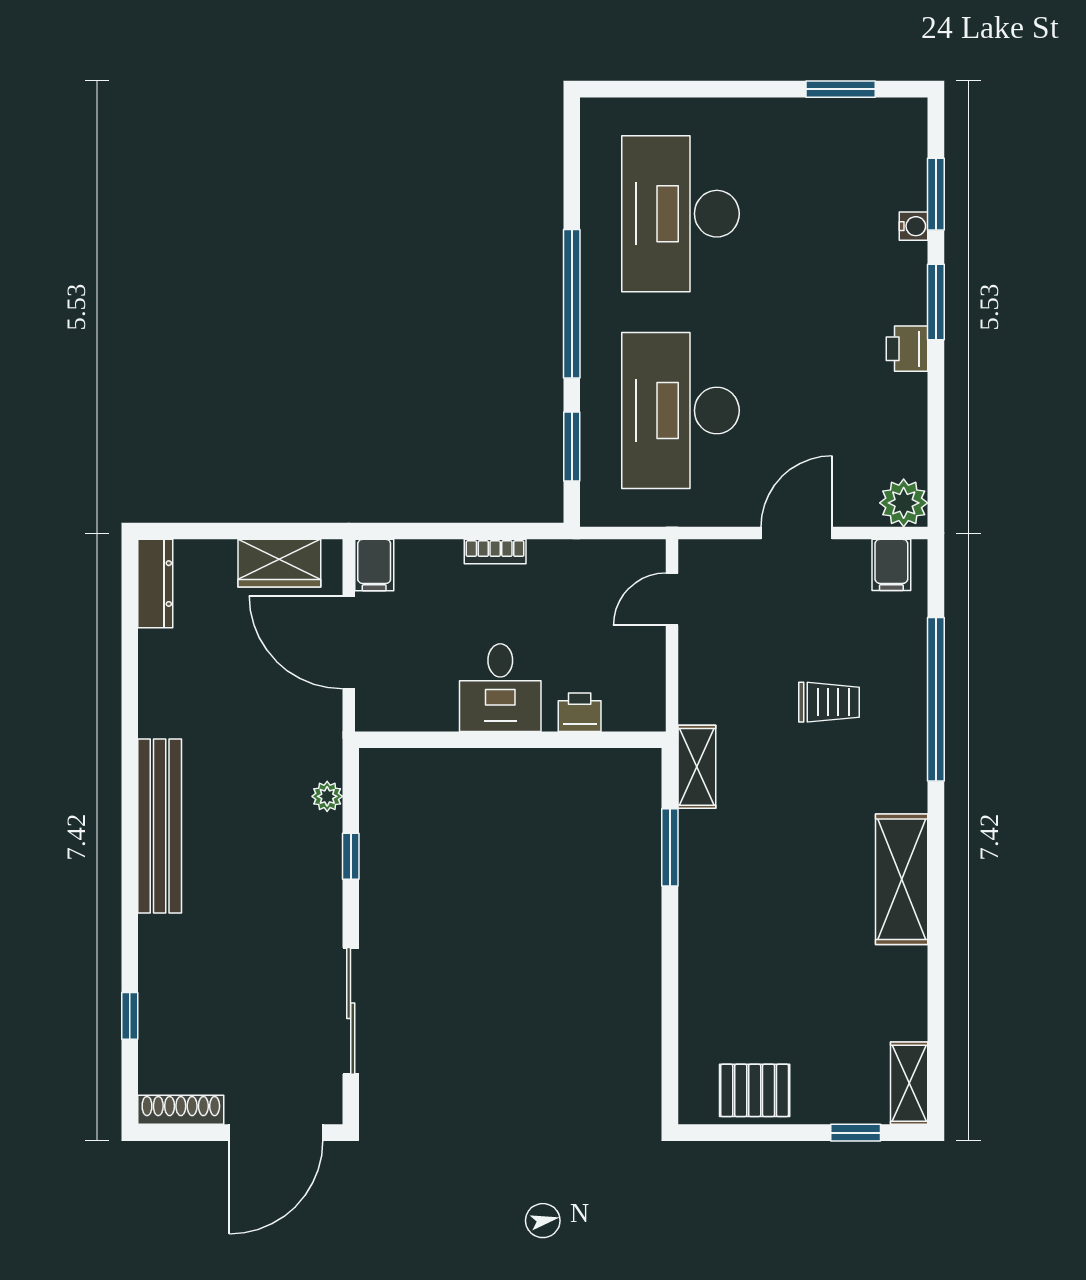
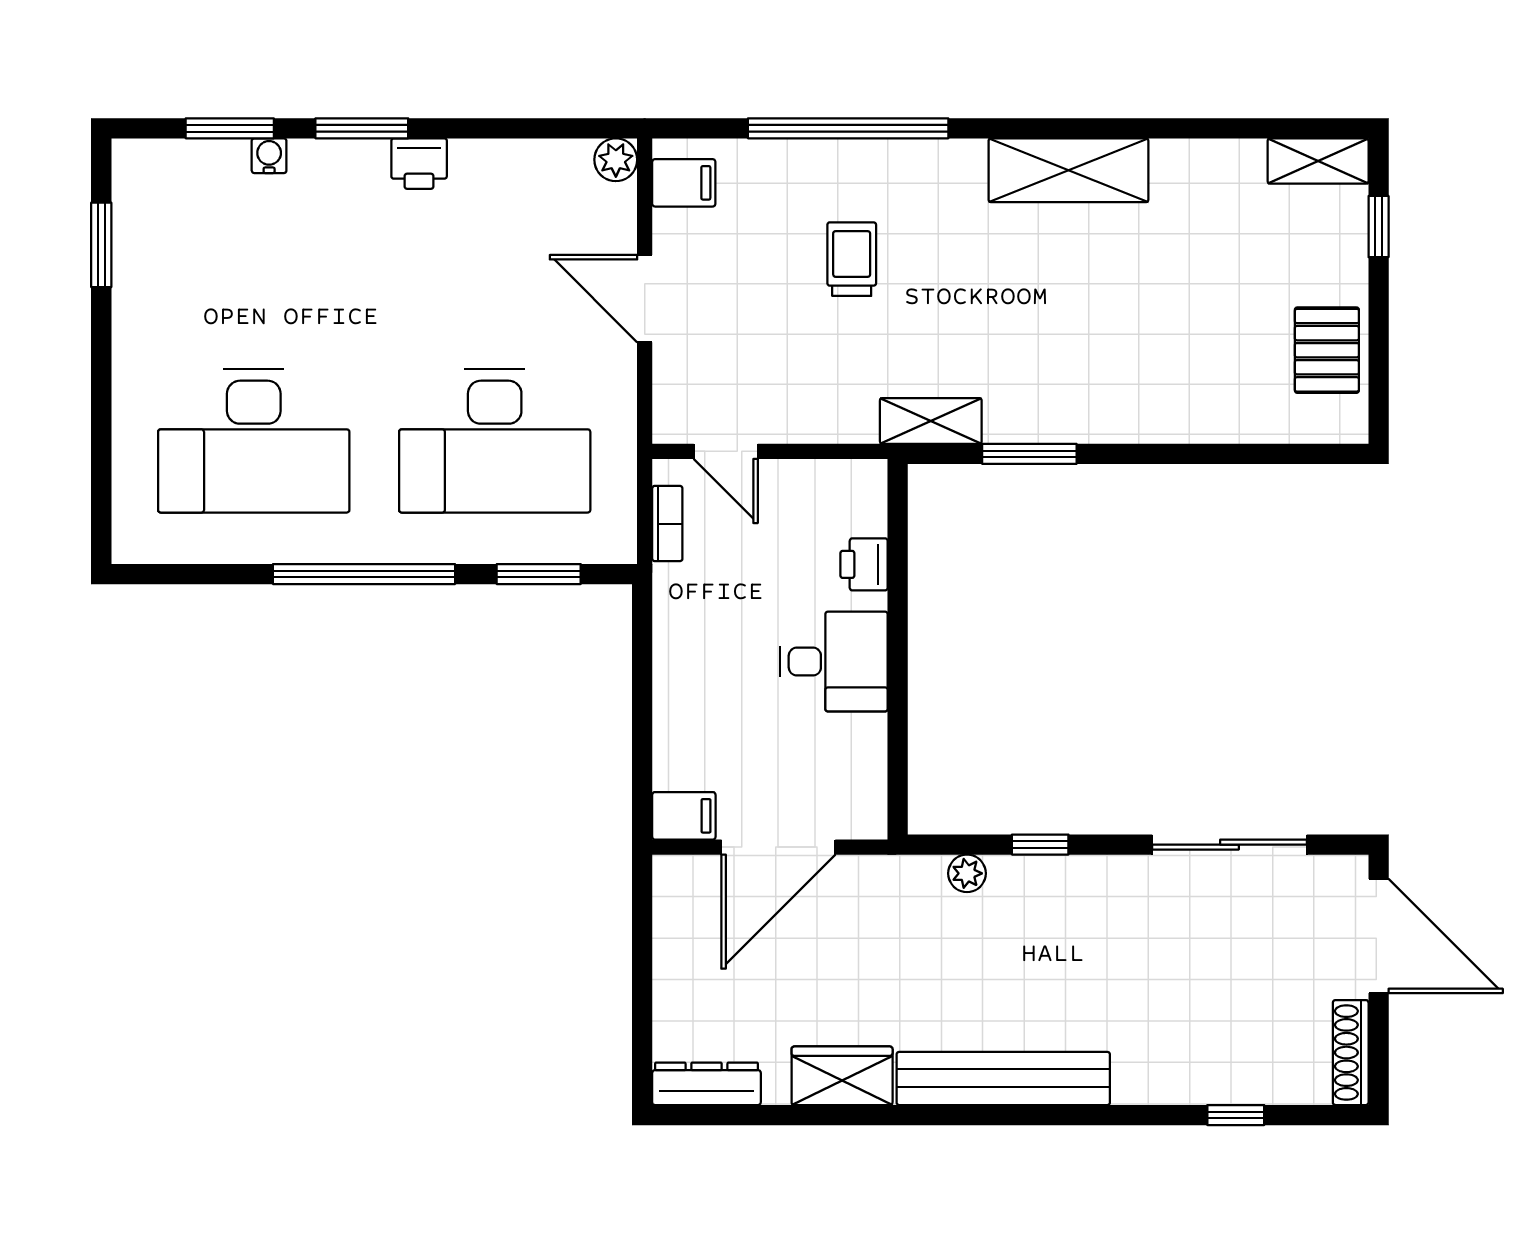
plant: (904, 503) -> (616, 160), width x0.73, depth x0.73
bookcase: (495, 552) -> (667, 524), moved
wardrobe: (279, 563) -> (842, 1076), moved, turned -90

